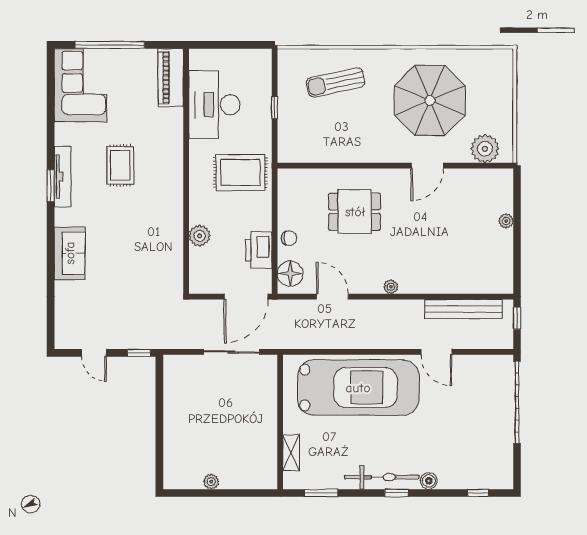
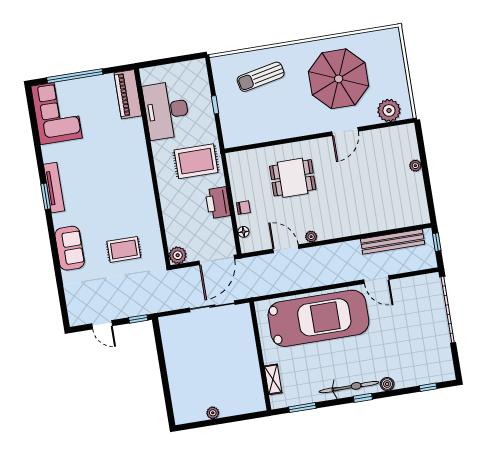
rug: (120, 165) -> (124, 249), moved, turned 90
plant: (200, 236) -> (178, 255), moved
printer: (259, 250) -> (218, 203), moved
floor lamp: (290, 274) -> (243, 232), width x0.53, depth x0.53
plant: (391, 287) -> (311, 237), moved

